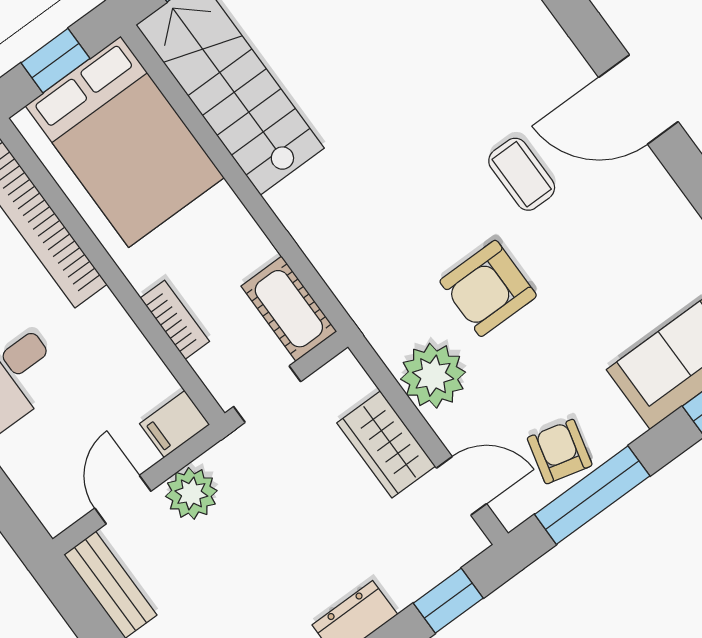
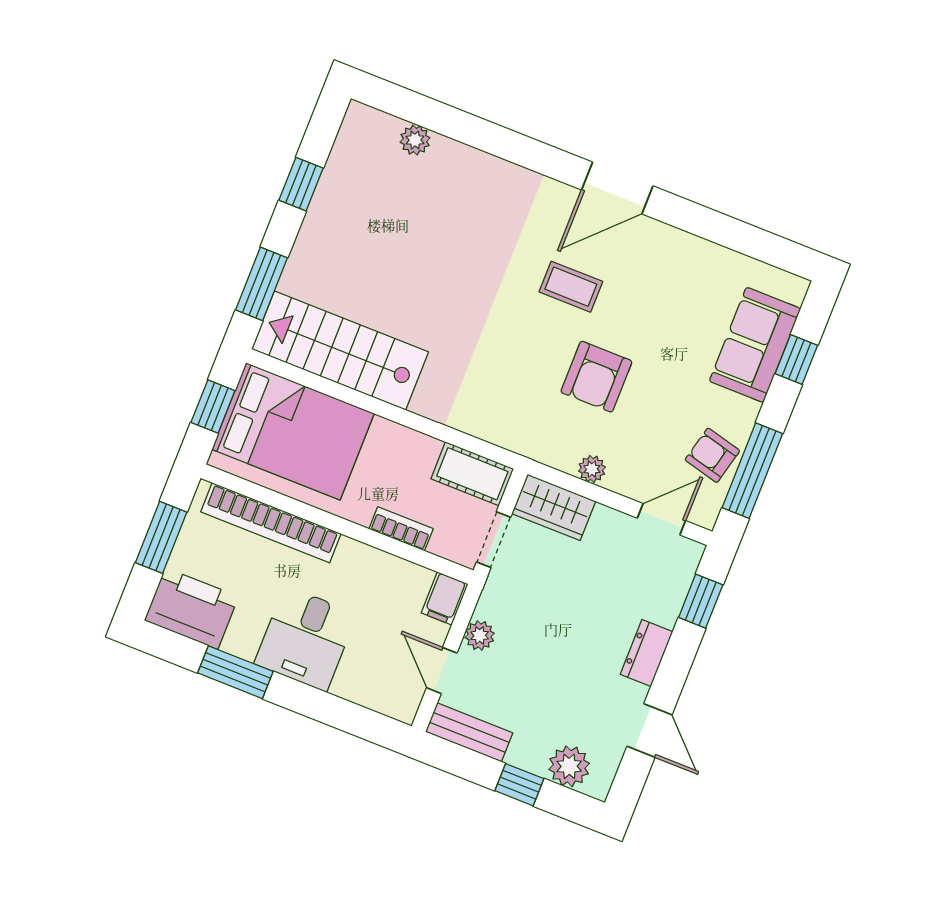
plant: (433, 376) -> (592, 469), width x0.53, depth x0.53
wardrobe: (386, 444) -> (554, 507), moved
plant: (191, 493) -> (480, 635), width x0.73, depth x0.73

